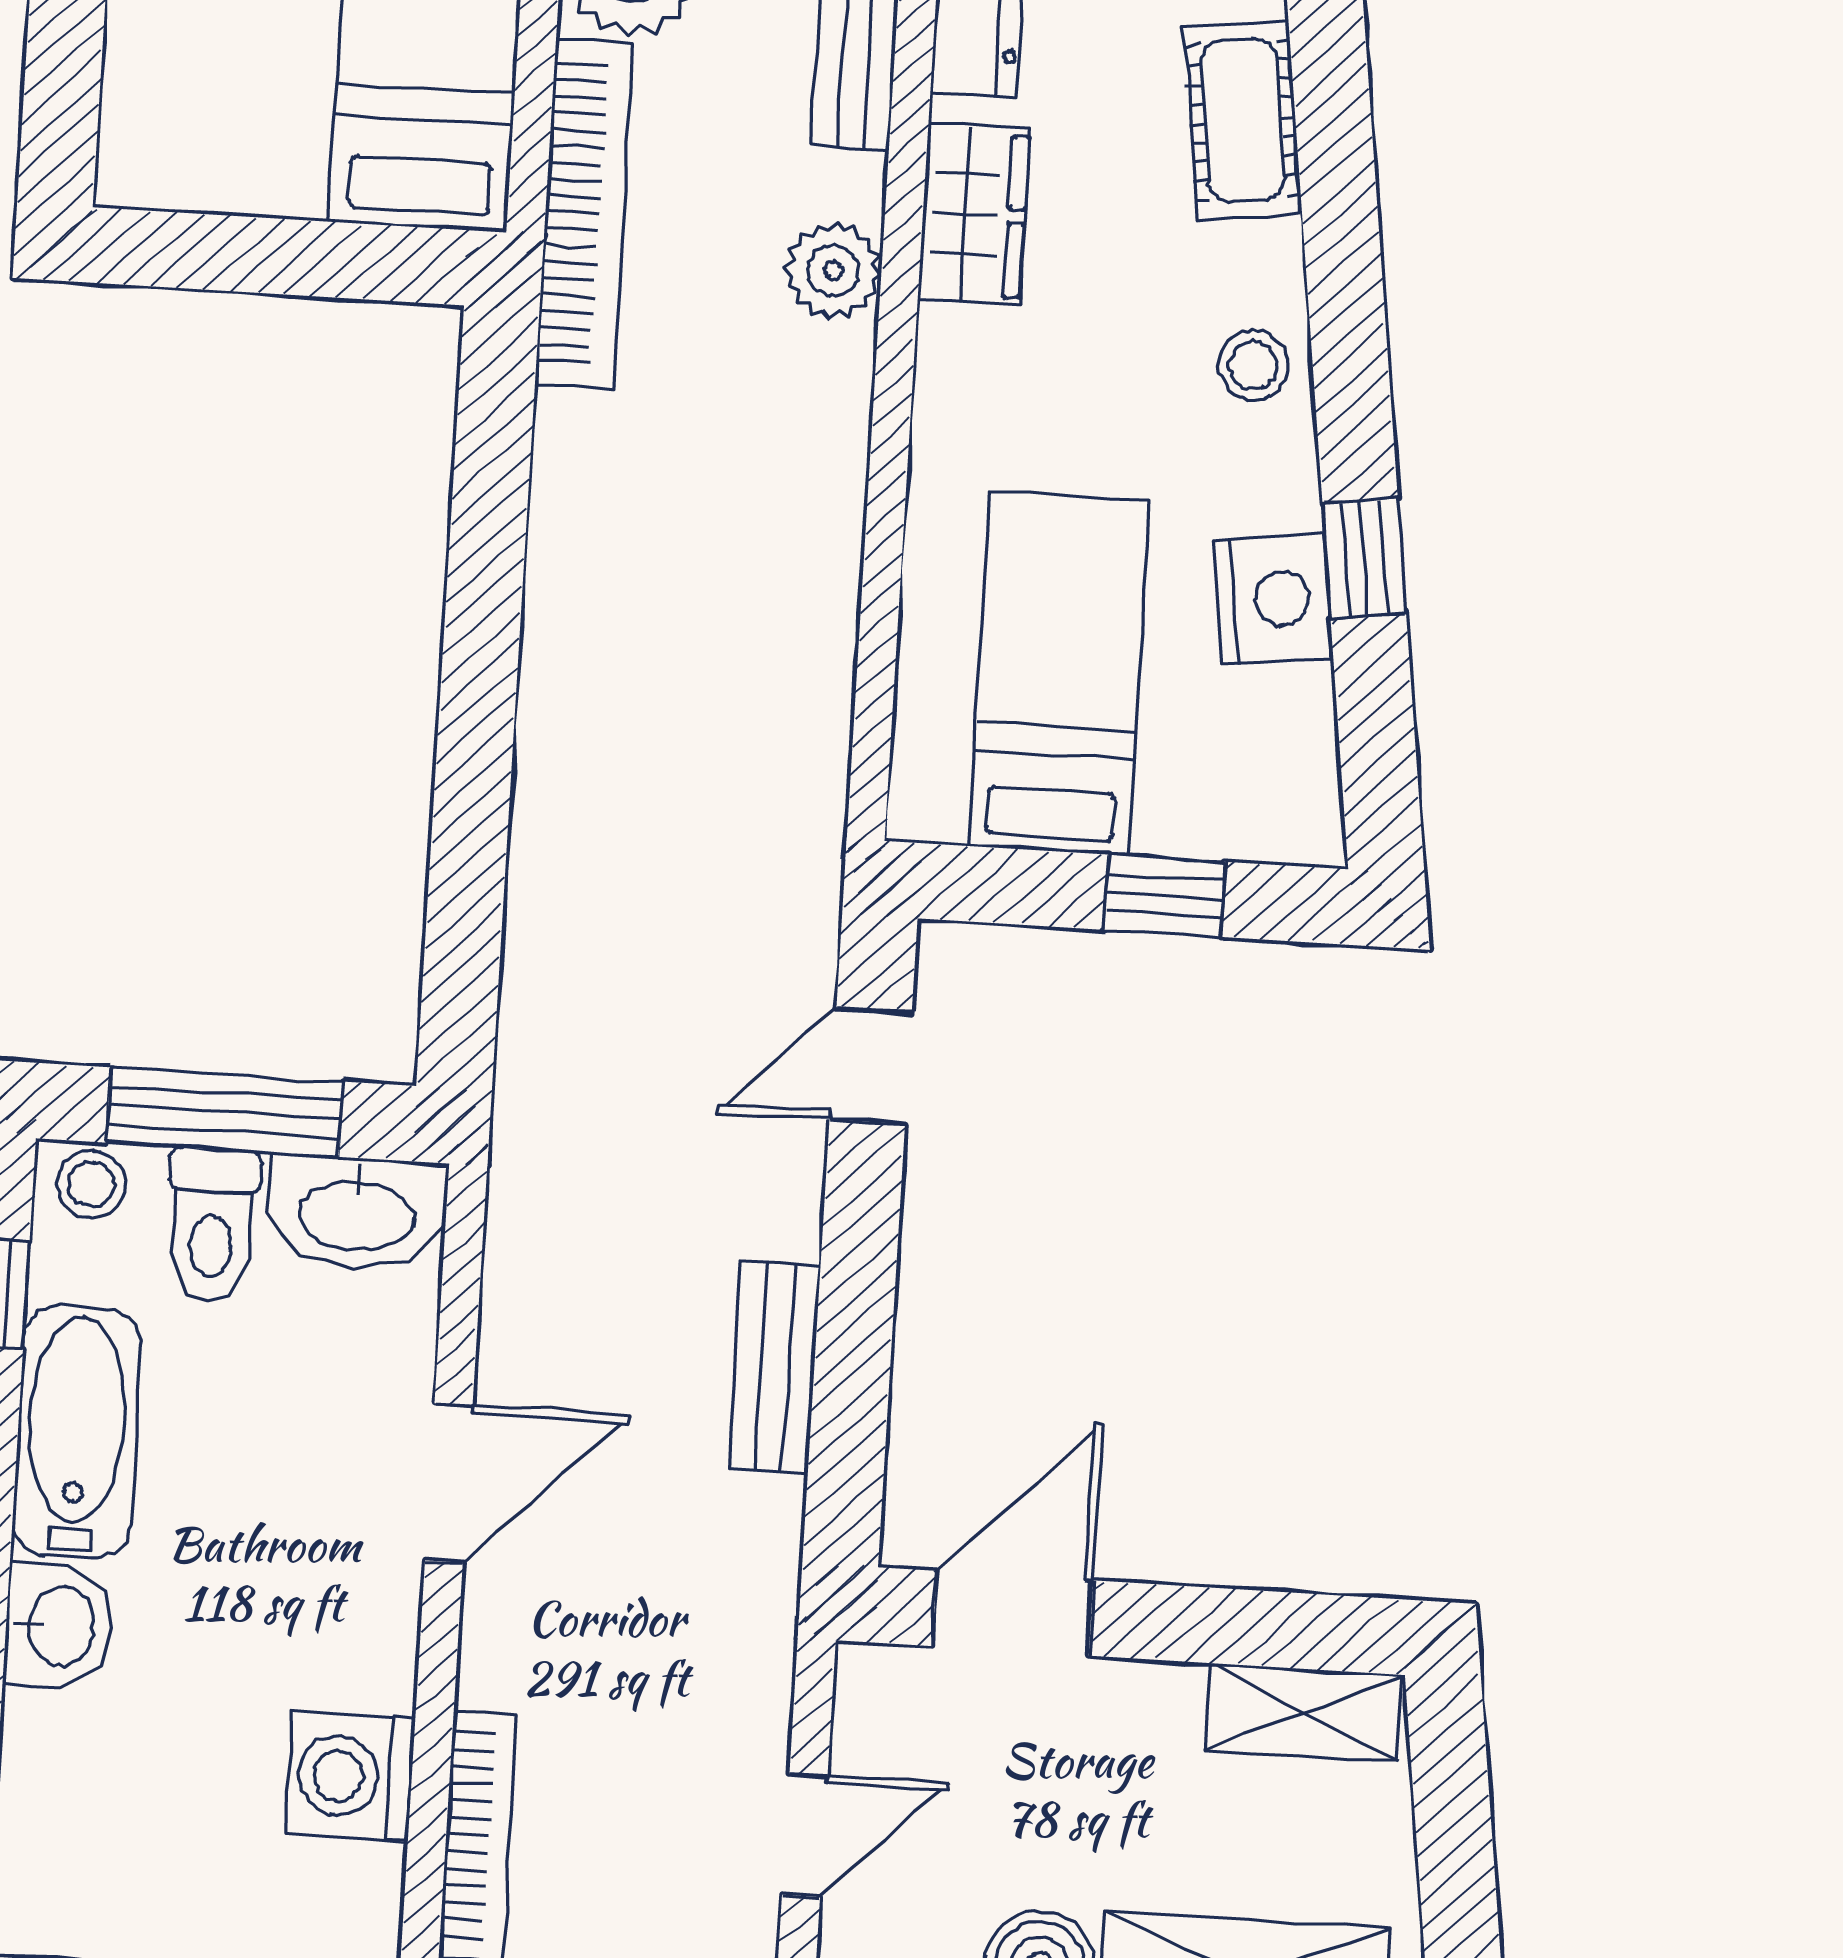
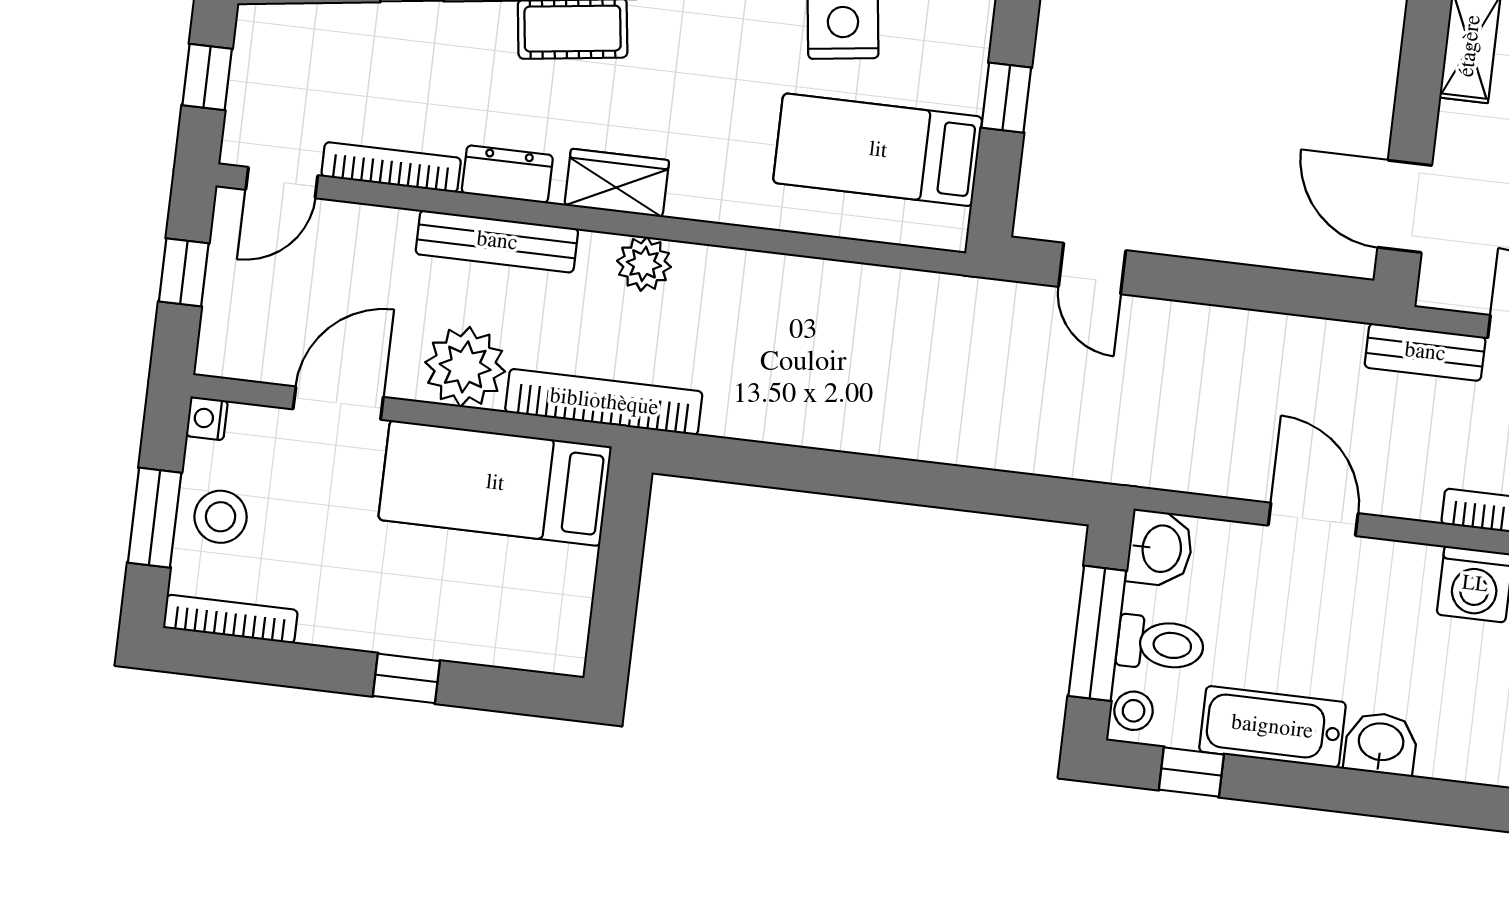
stool: (1253, 365) -> (711, 31), removed
washbasin: (357, 1213) -> (1160, 548), width x0.72
bench: (775, 1367) -> (1425, 352), moved

